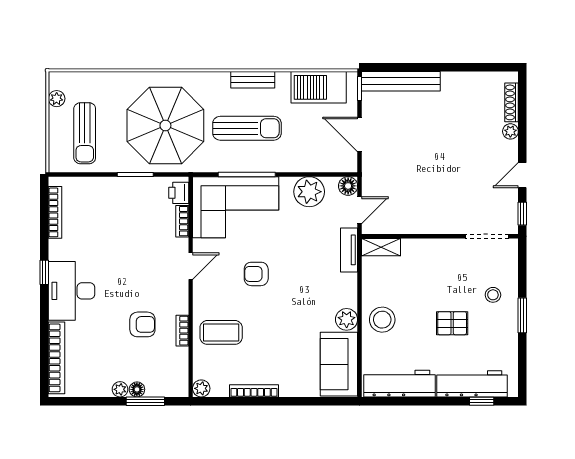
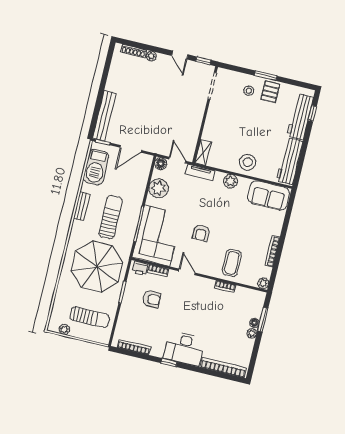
plant: (347, 319) -> (230, 181), moved
pallet: (452, 323) -> (270, 92), moved
armchair: (142, 324) -> (152, 299), moved, turned 90

